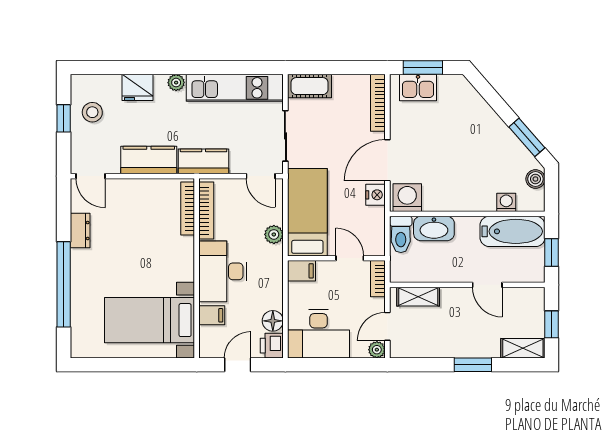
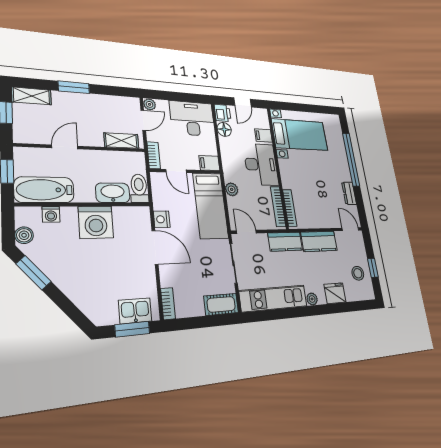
bookcase: (378, 103) -> (168, 304), width x0.64
door: (387, 160) -> (155, 247), hinge flipped
washing machine: (407, 198) -> (96, 222), moved, width x1.37, depth x1.37
door: (487, 285) -> (65, 147), hinge flipped

